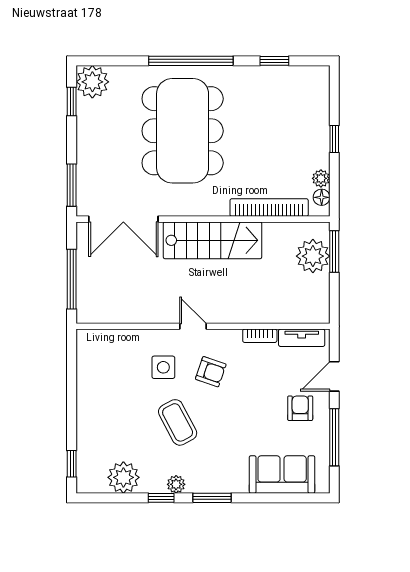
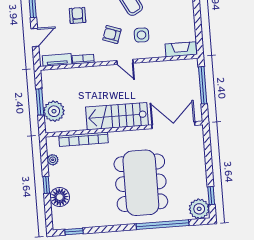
window: (191, 61) -> (163, 225), moved
window: (274, 61) -> (74, 231), moved
window: (72, 185) -> (207, 144), removed
floor lamp: (322, 197) -> (60, 197), moved, width x1.89, depth x1.89
window: (334, 252) -> (40, 102), moved
fireplace: (102, 339) -> (181, 49), added
armchair: (300, 408) -> (78, 15), moved, turned 180

